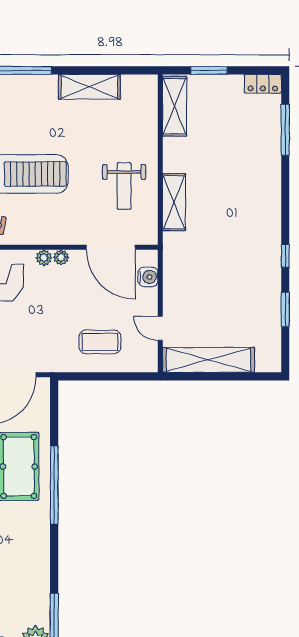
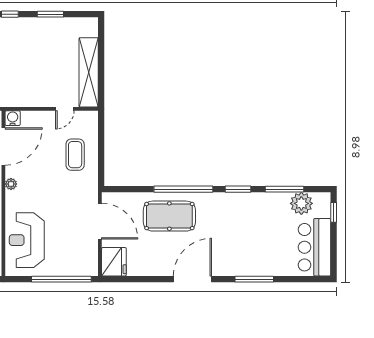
plant: (44, 258) -> (11, 197), removed
water cooler: (148, 277) -> (13, 118), moved
window: (54, 557) -> (238, 189), added

